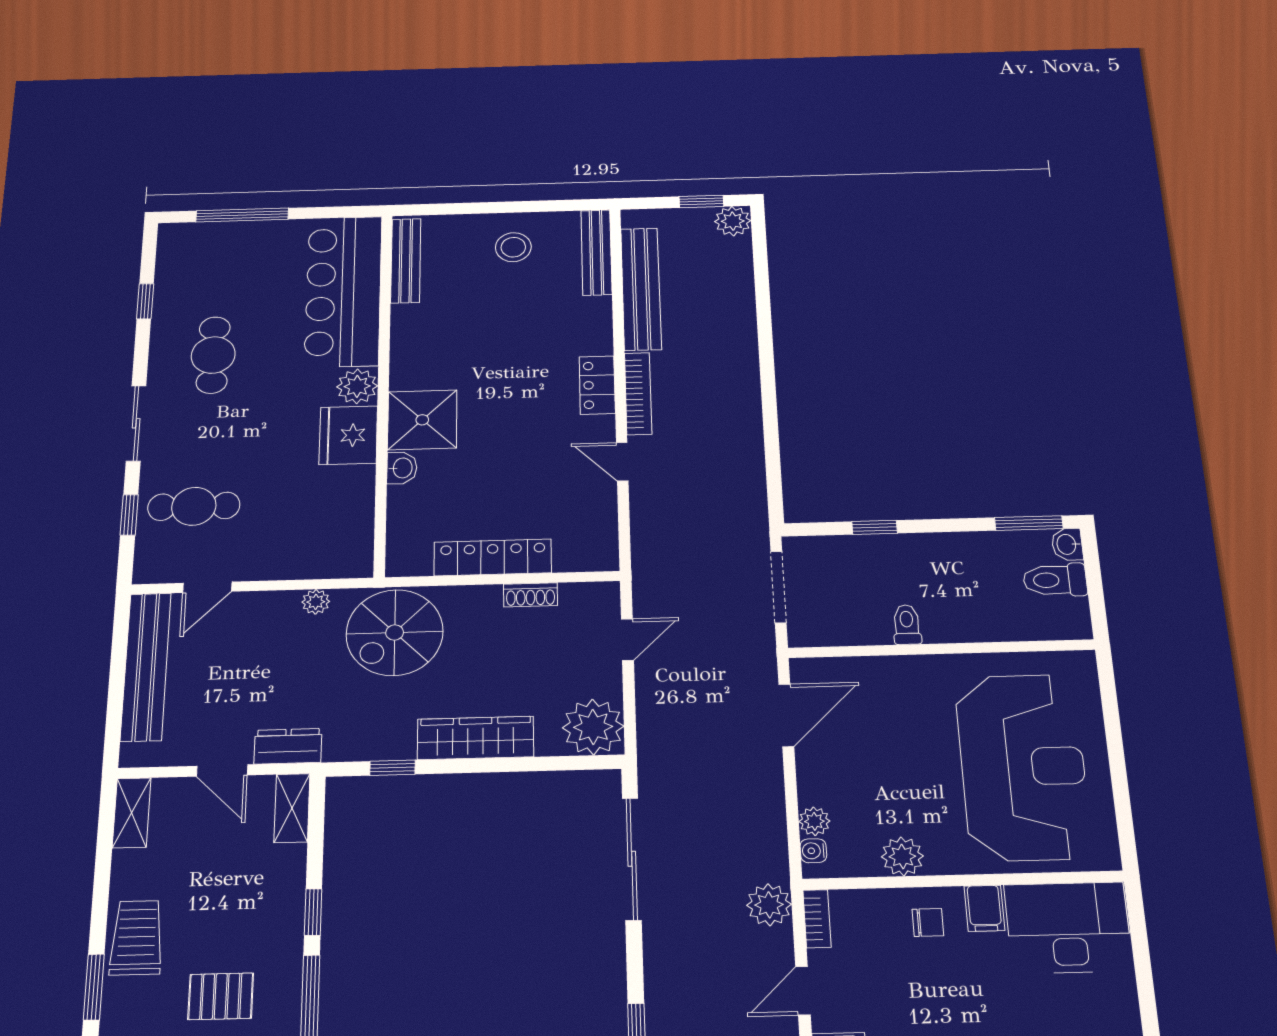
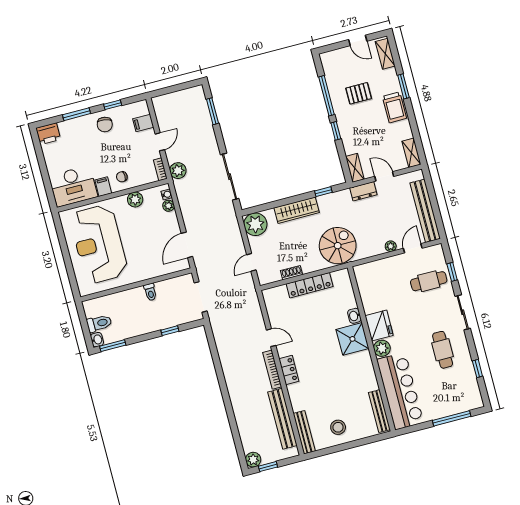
plant: (316, 602) -> (391, 246), moved

